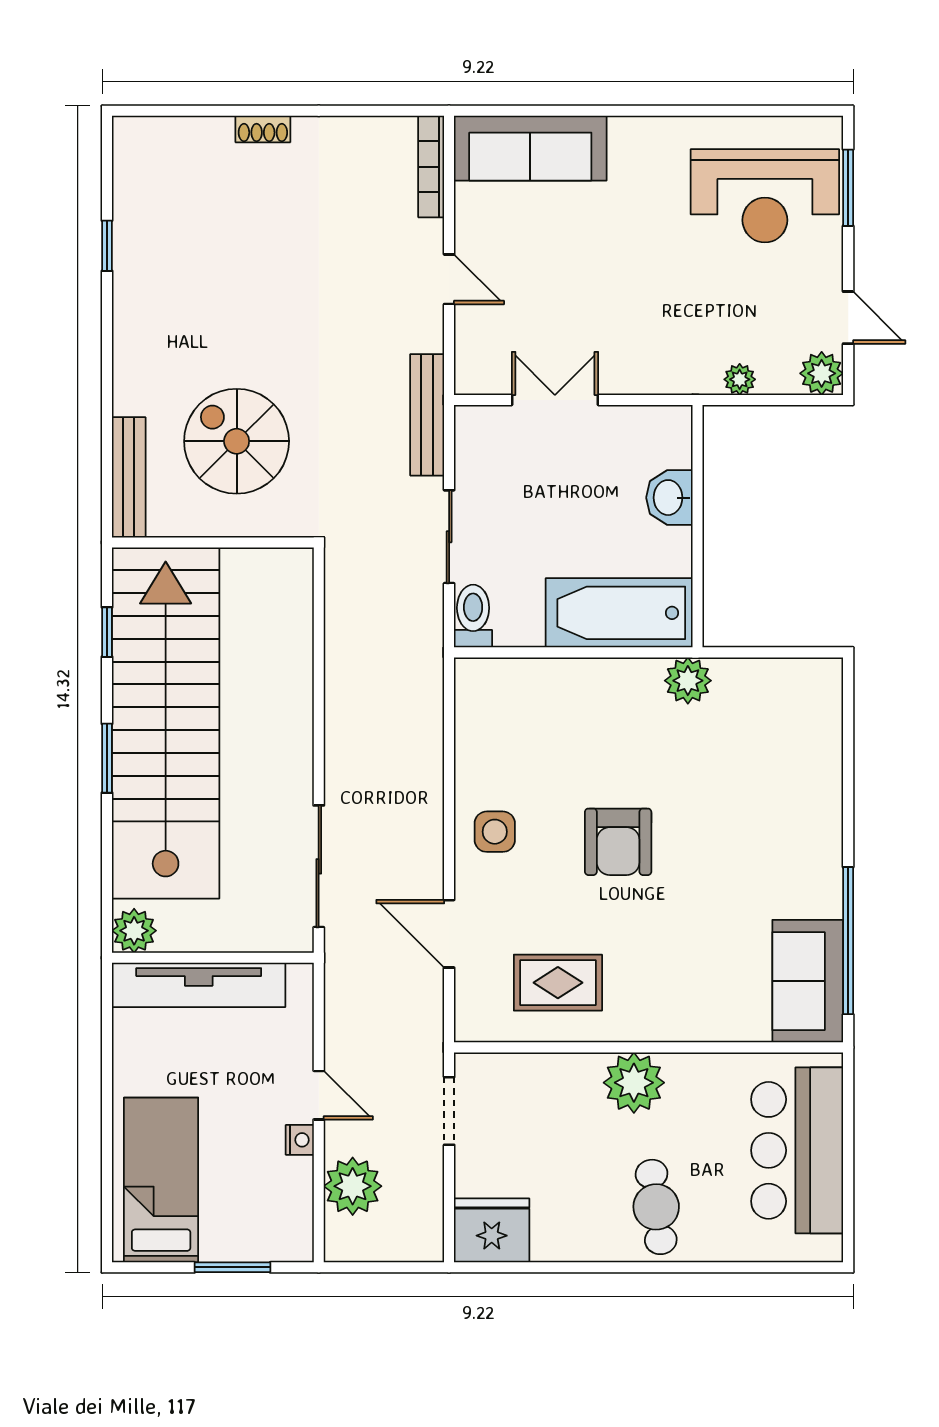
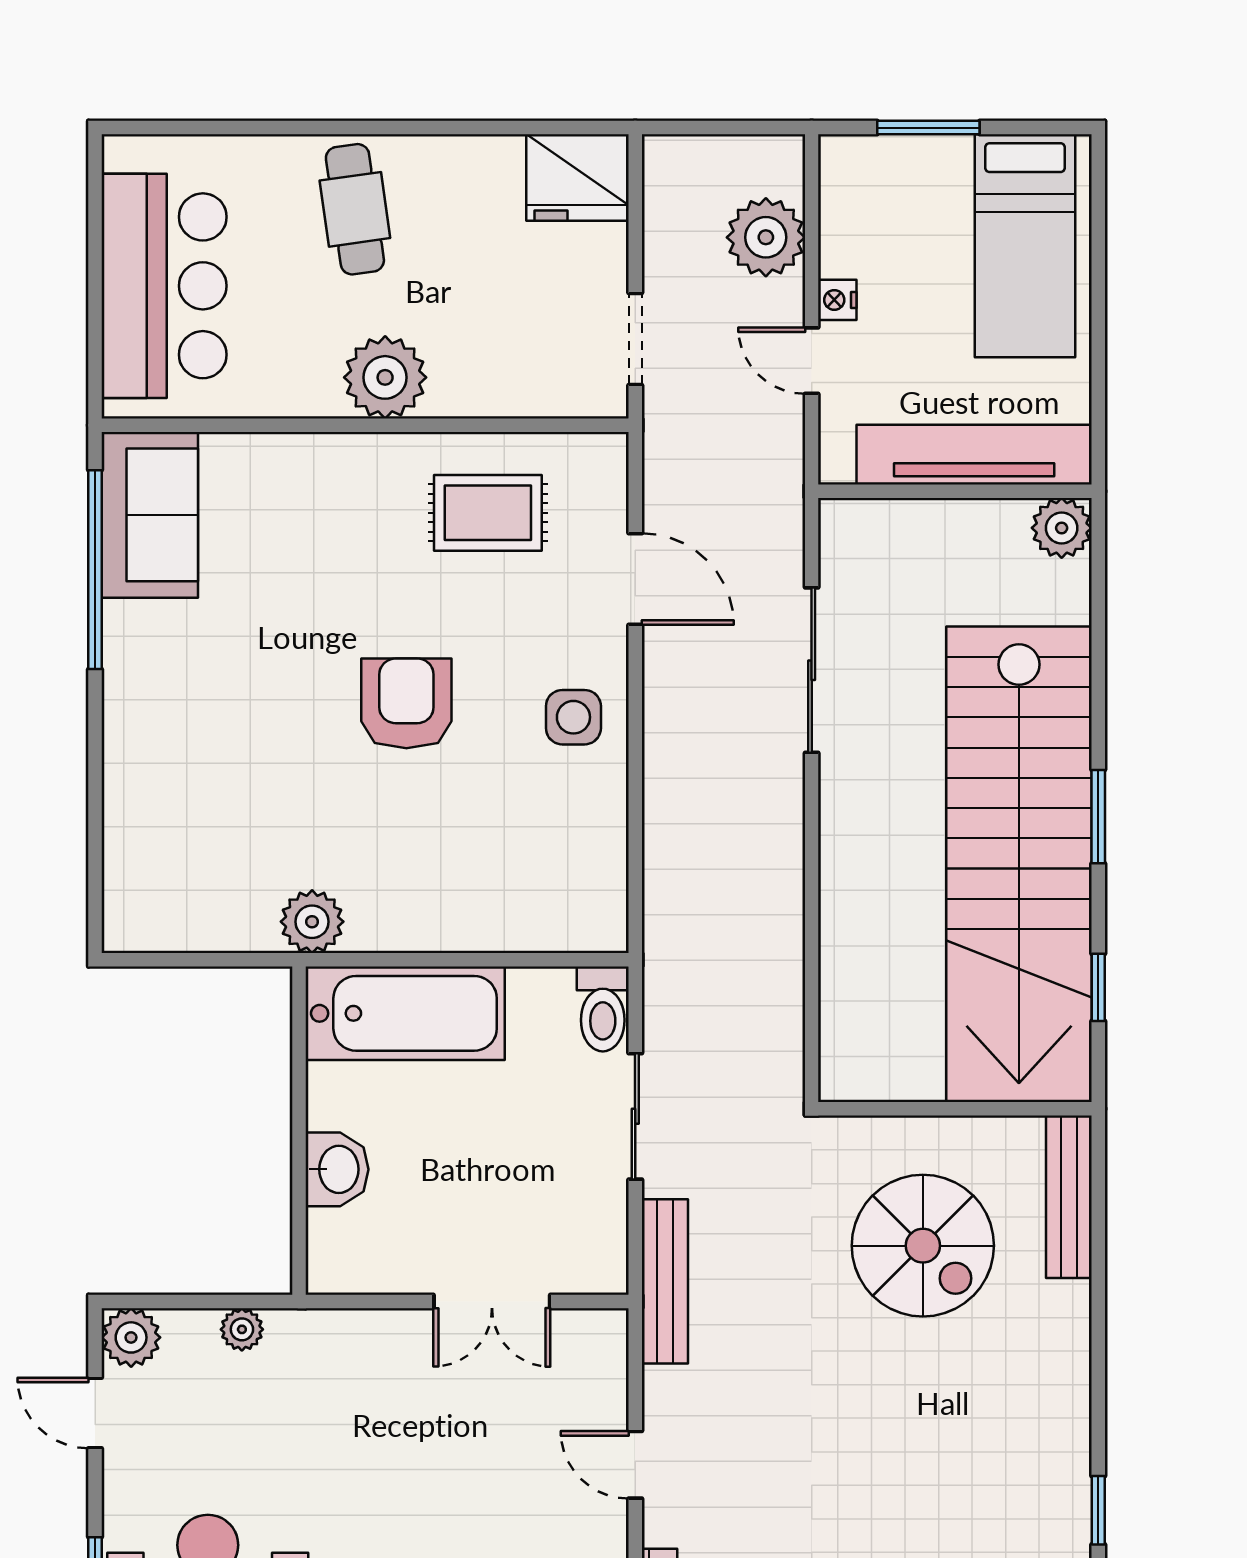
plant: (134, 931) -> (1062, 528), moved
wall: (213, 958) -> (955, 491), moved
tv unit: (199, 985) -> (974, 455), moved

